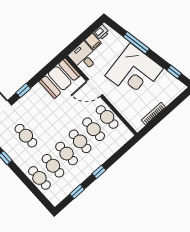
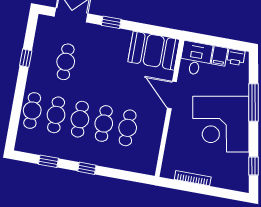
cafe table: (107, 117) -> (152, 132), removed

